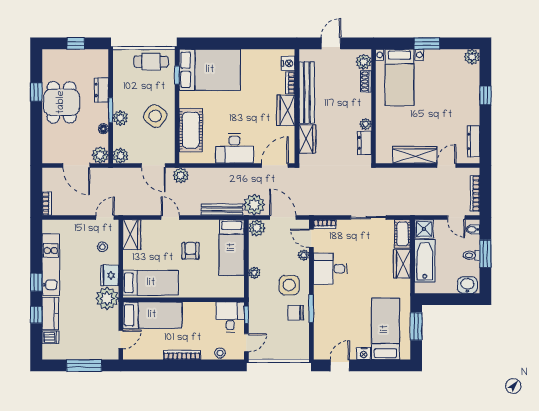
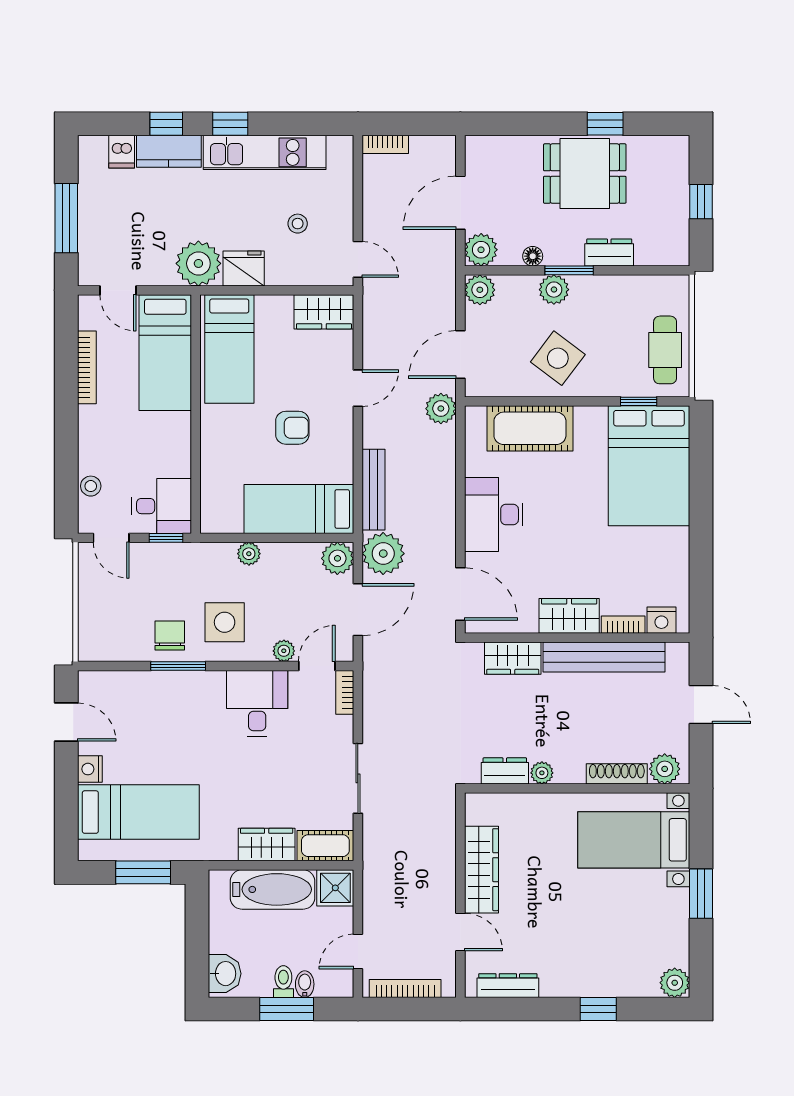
shoe rack: (366, 81) -> (617, 774), width x1.43
bidet: (473, 229) -> (305, 984), moved
stool: (102, 247) -> (298, 224), moved
bookcase: (182, 355) -> (87, 367), moved

